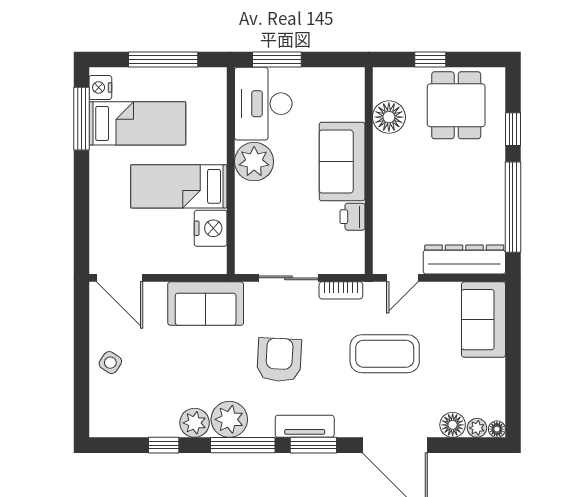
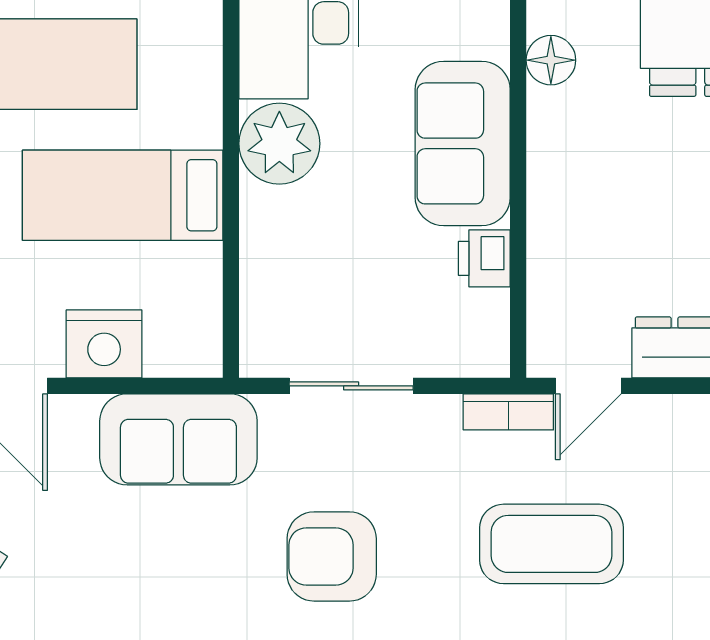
floor lamp: (389, 117) -> (551, 60), width x0.73, depth x0.73
nightstand: (211, 228) -> (104, 344), moved, turned 90
bookcase: (341, 290) -> (508, 412), moved
armchair: (279, 360) -> (332, 556), turned -93

